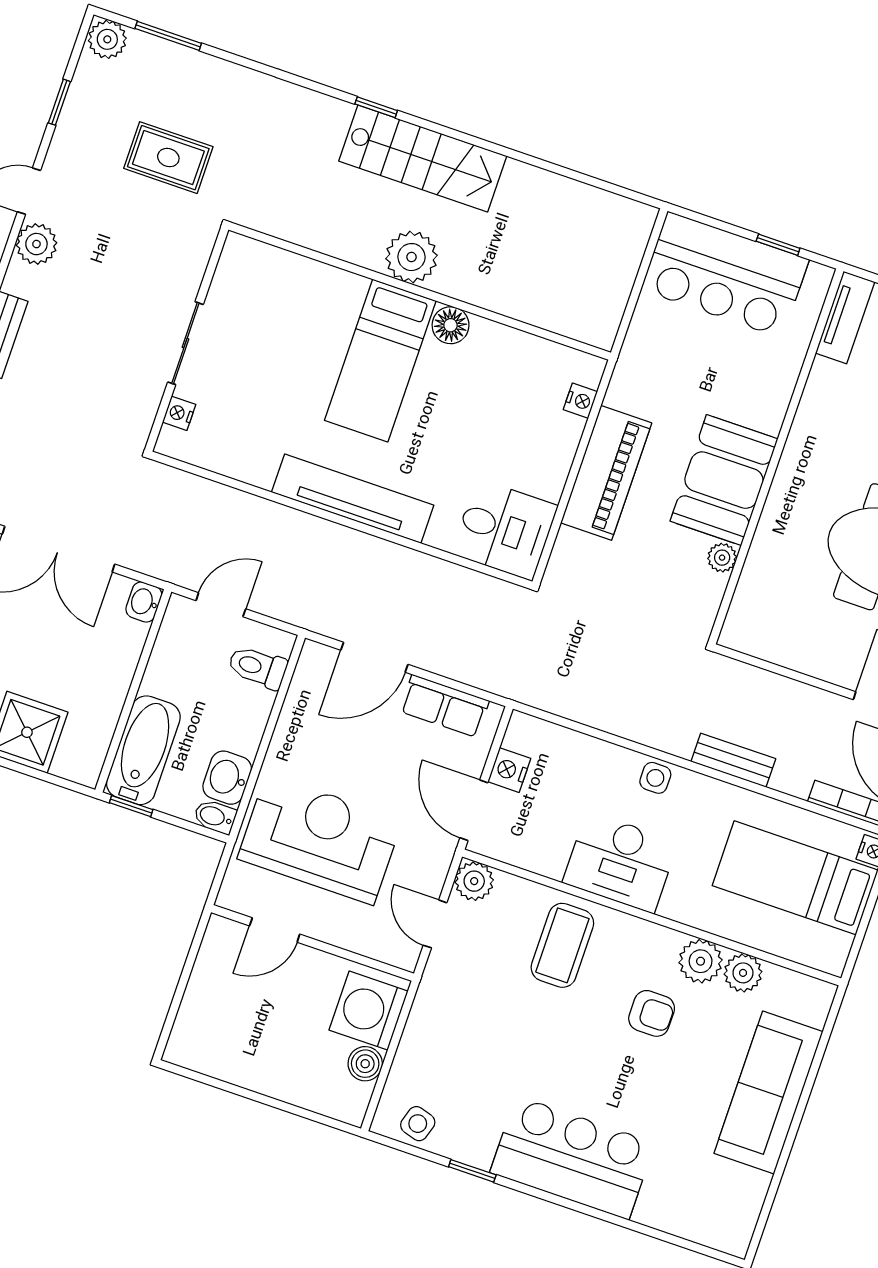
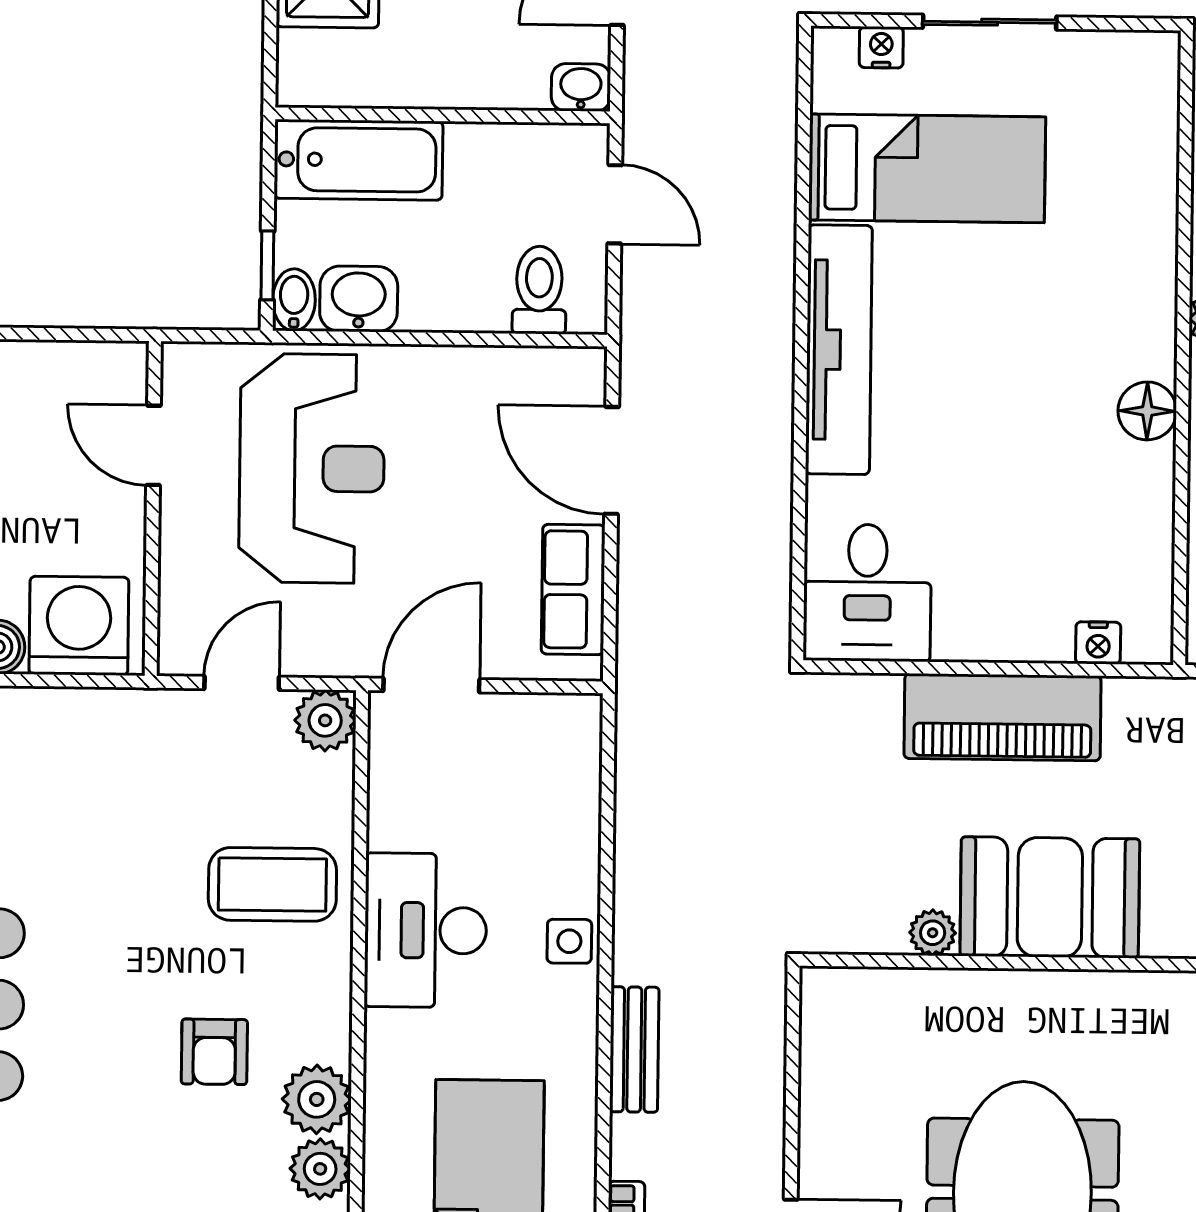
bed: (380, 361) -> (927, 168), moved, turned 180
nightstand: (509, 770) -> (509, 718), removed
window: (131, 806) -> (267, 265), moved

